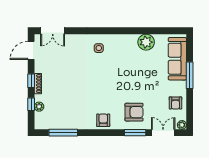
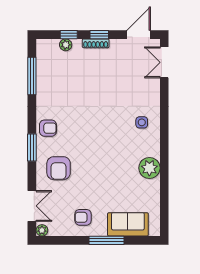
plant: (146, 42) -> (149, 168), moved
door: (31, 50) -> (139, 35), hinge flipped
sofa: (177, 59) -> (128, 224), width x0.73
armchair: (175, 103) -> (83, 217), moved
window: (135, 133) -> (32, 147), moved

